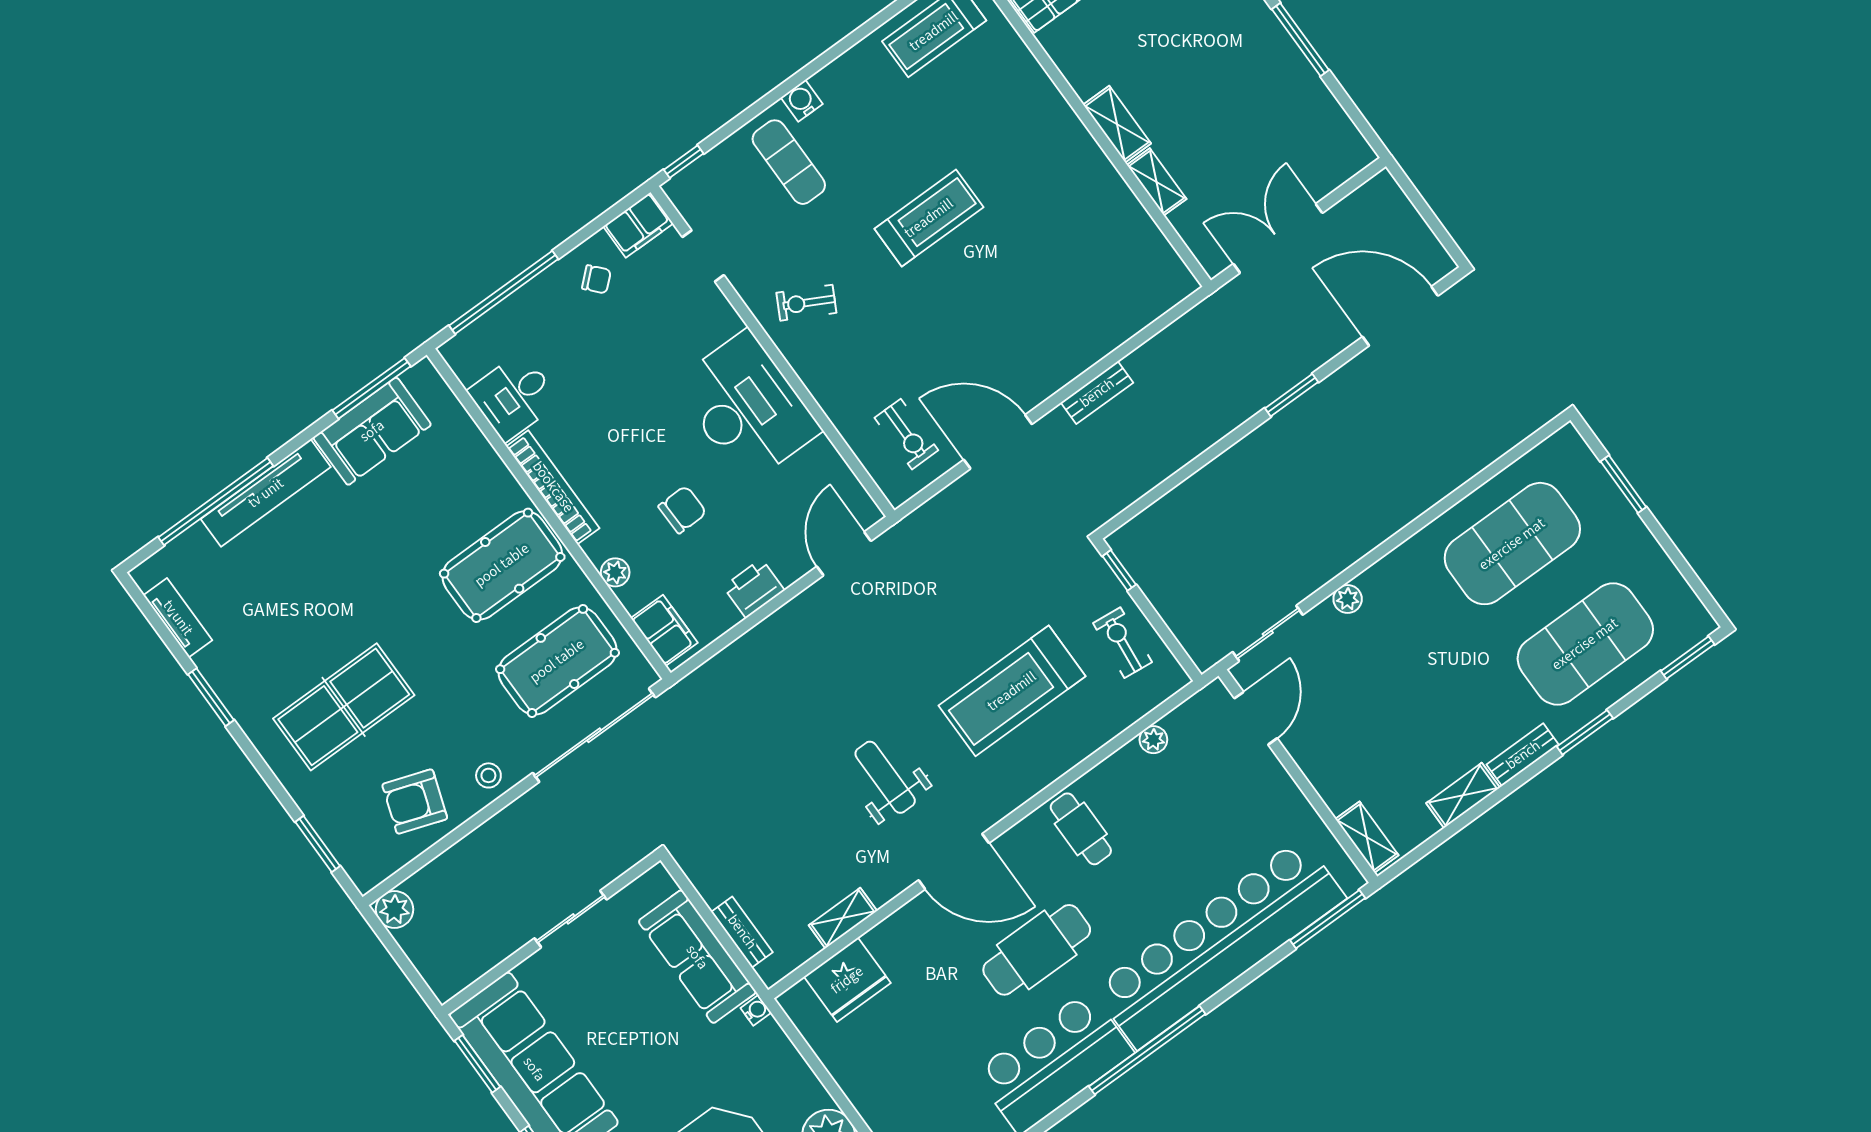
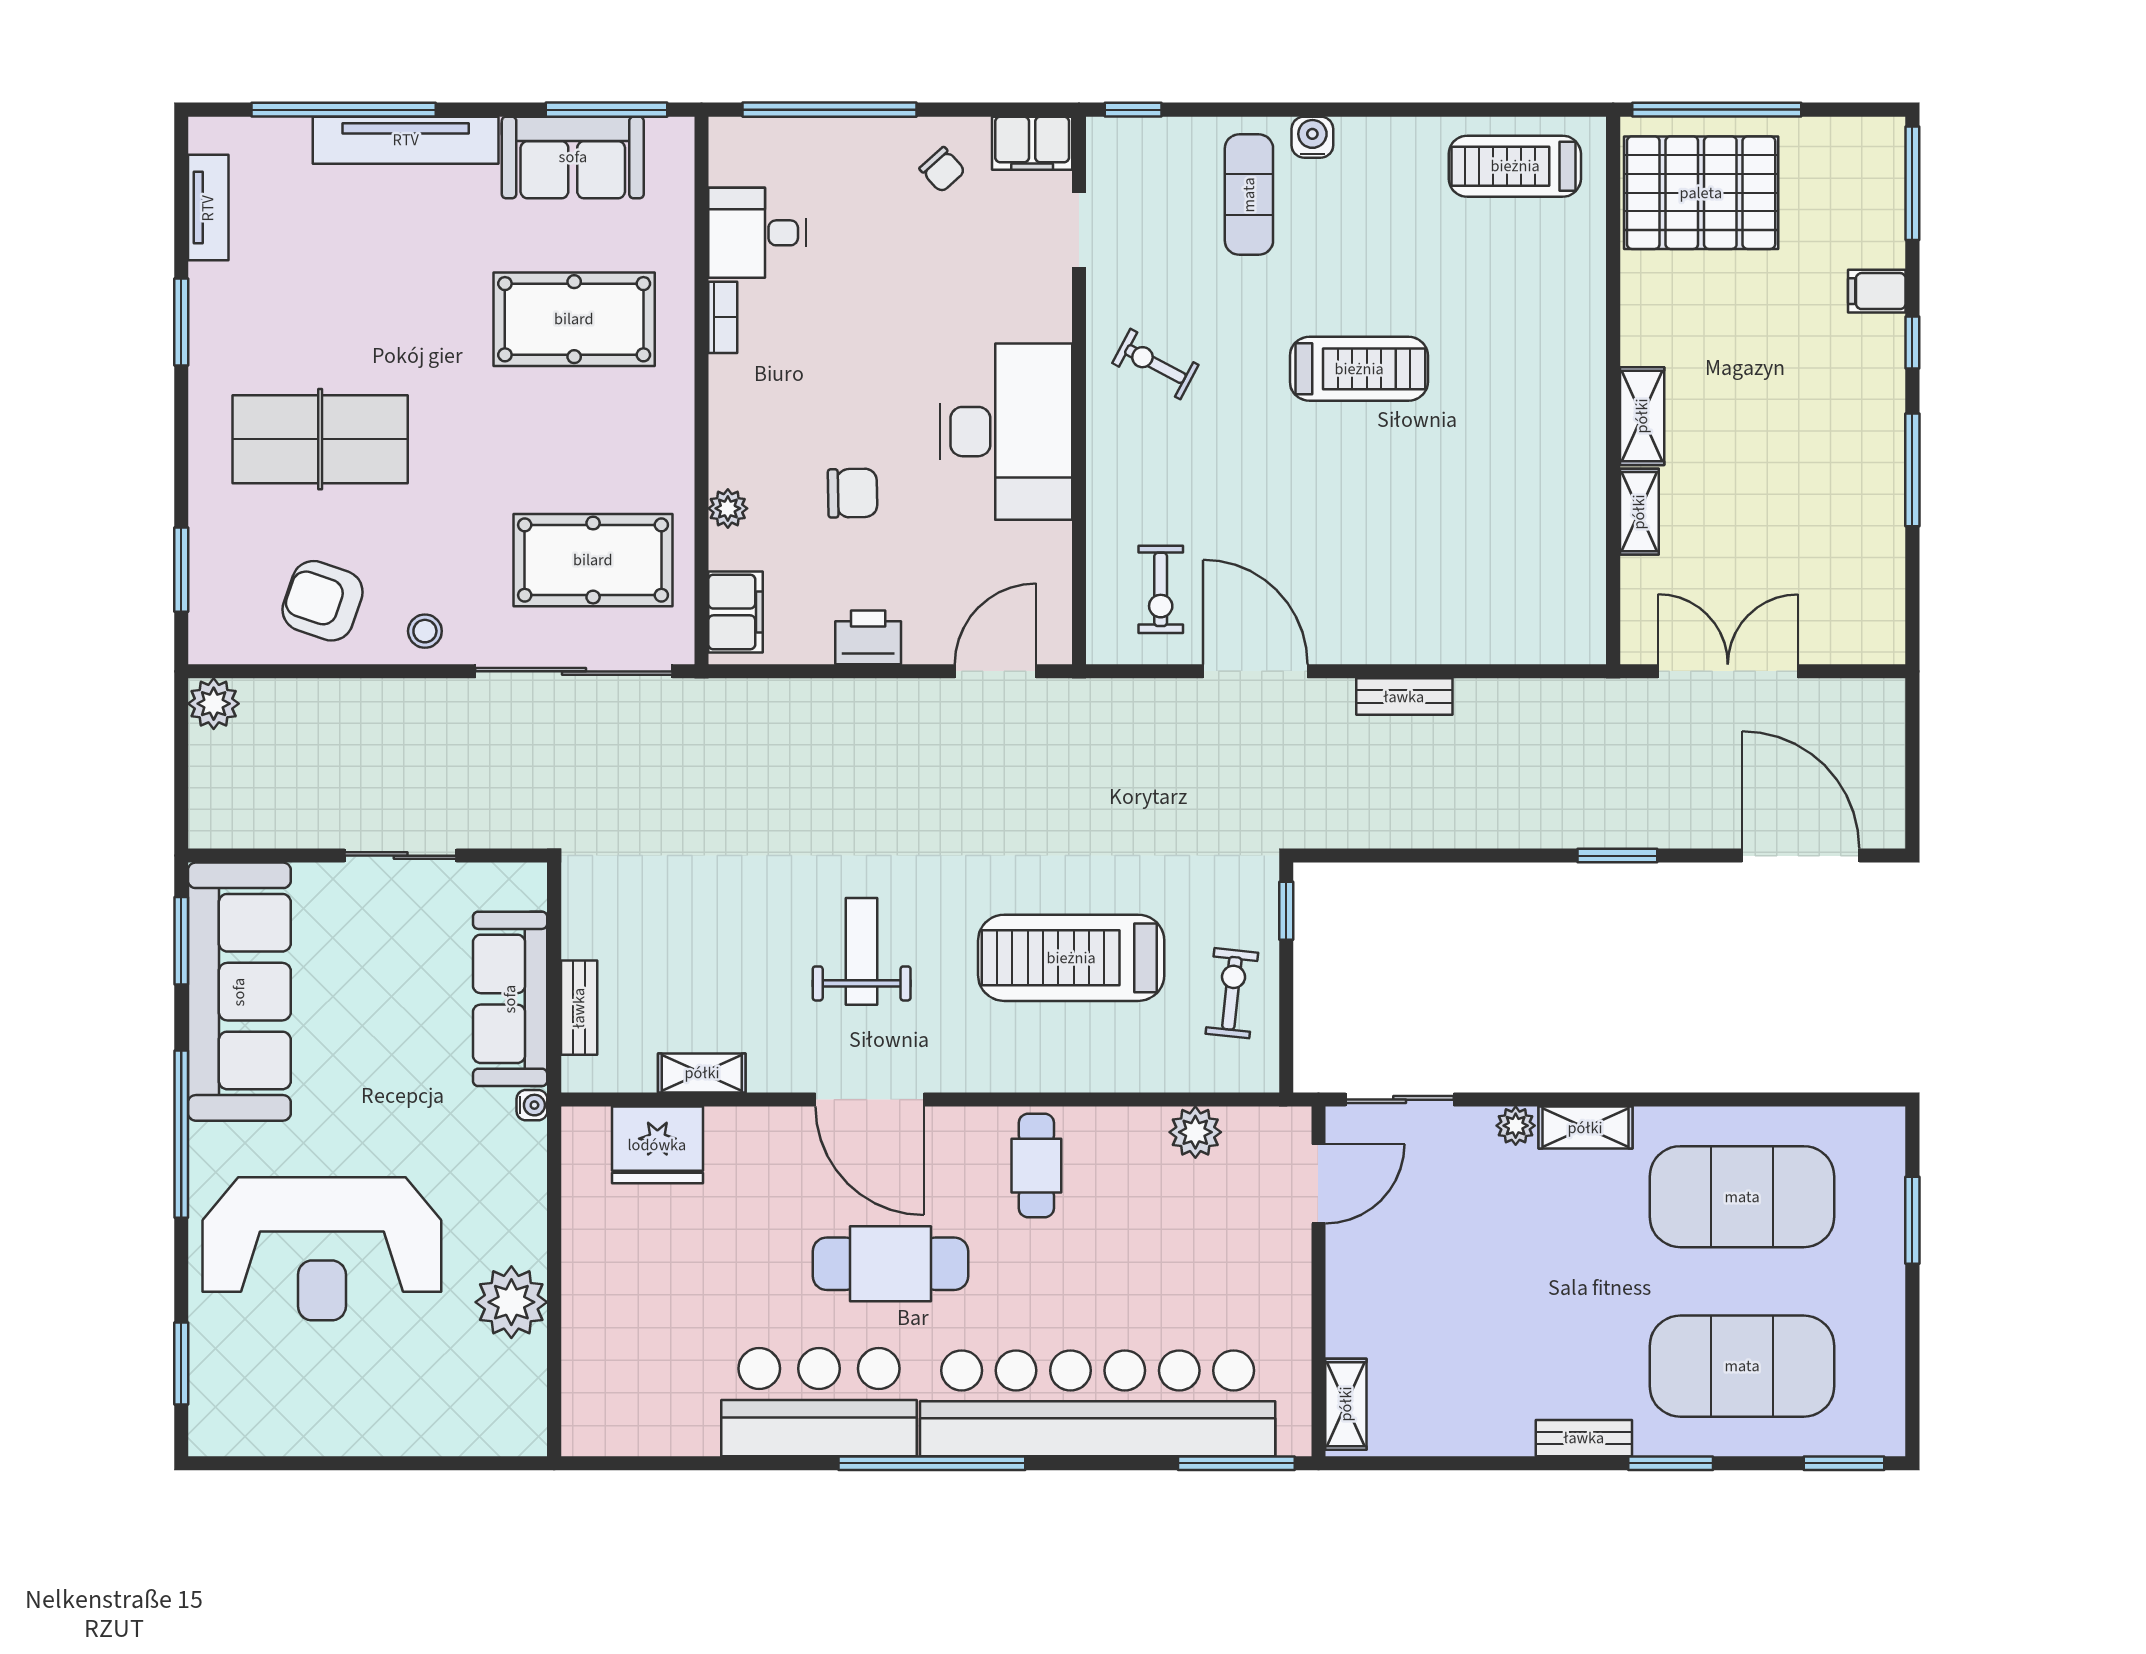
bookcase: (553, 487) -> (723, 317), width x0.43, depth x0.76
pool table: (502, 565) -> (574, 319), moved
plant: (1153, 740) -> (1195, 1132), width x1.38, depth x1.38
shelving: (1463, 795) -> (1585, 1128), moved

